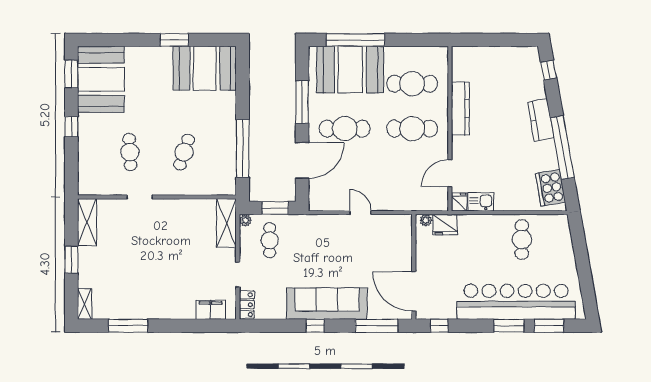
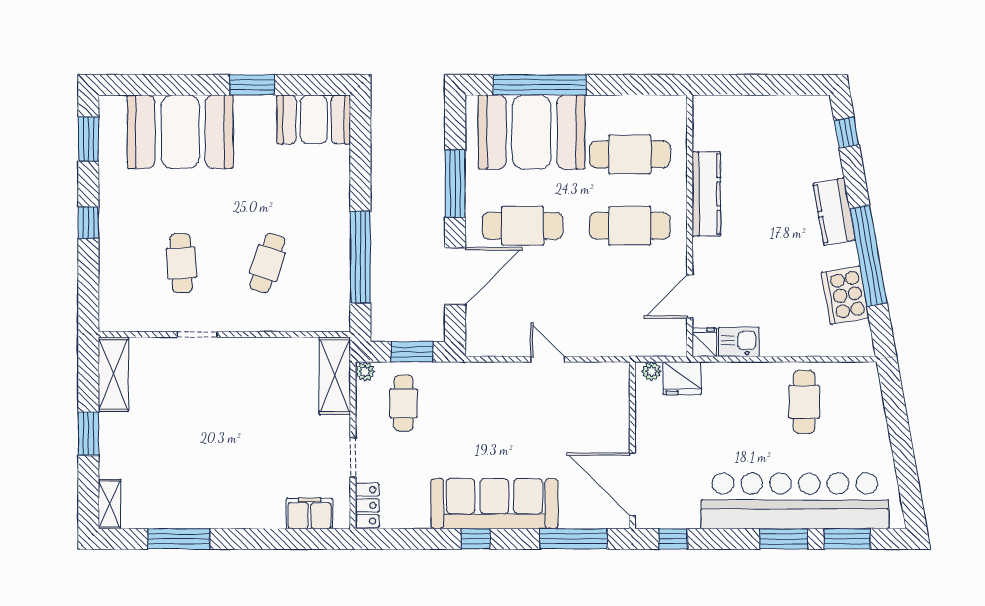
booth: (205, 68) -> (314, 119), width x0.73, depth x0.70
booth: (101, 79) -> (180, 132), moved, turned 90
cooker: (550, 188) -> (845, 295), moved

